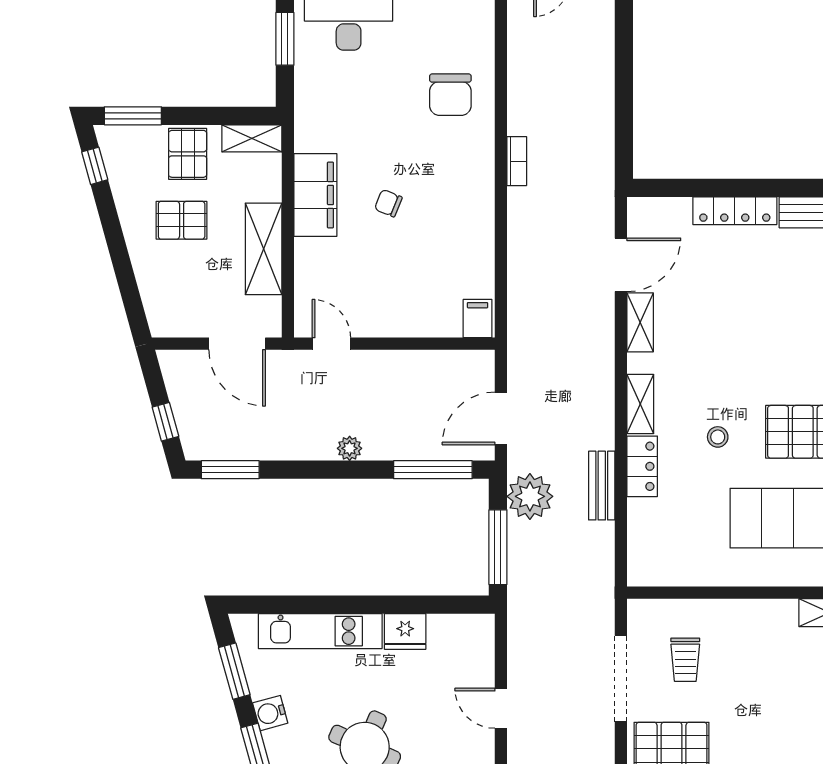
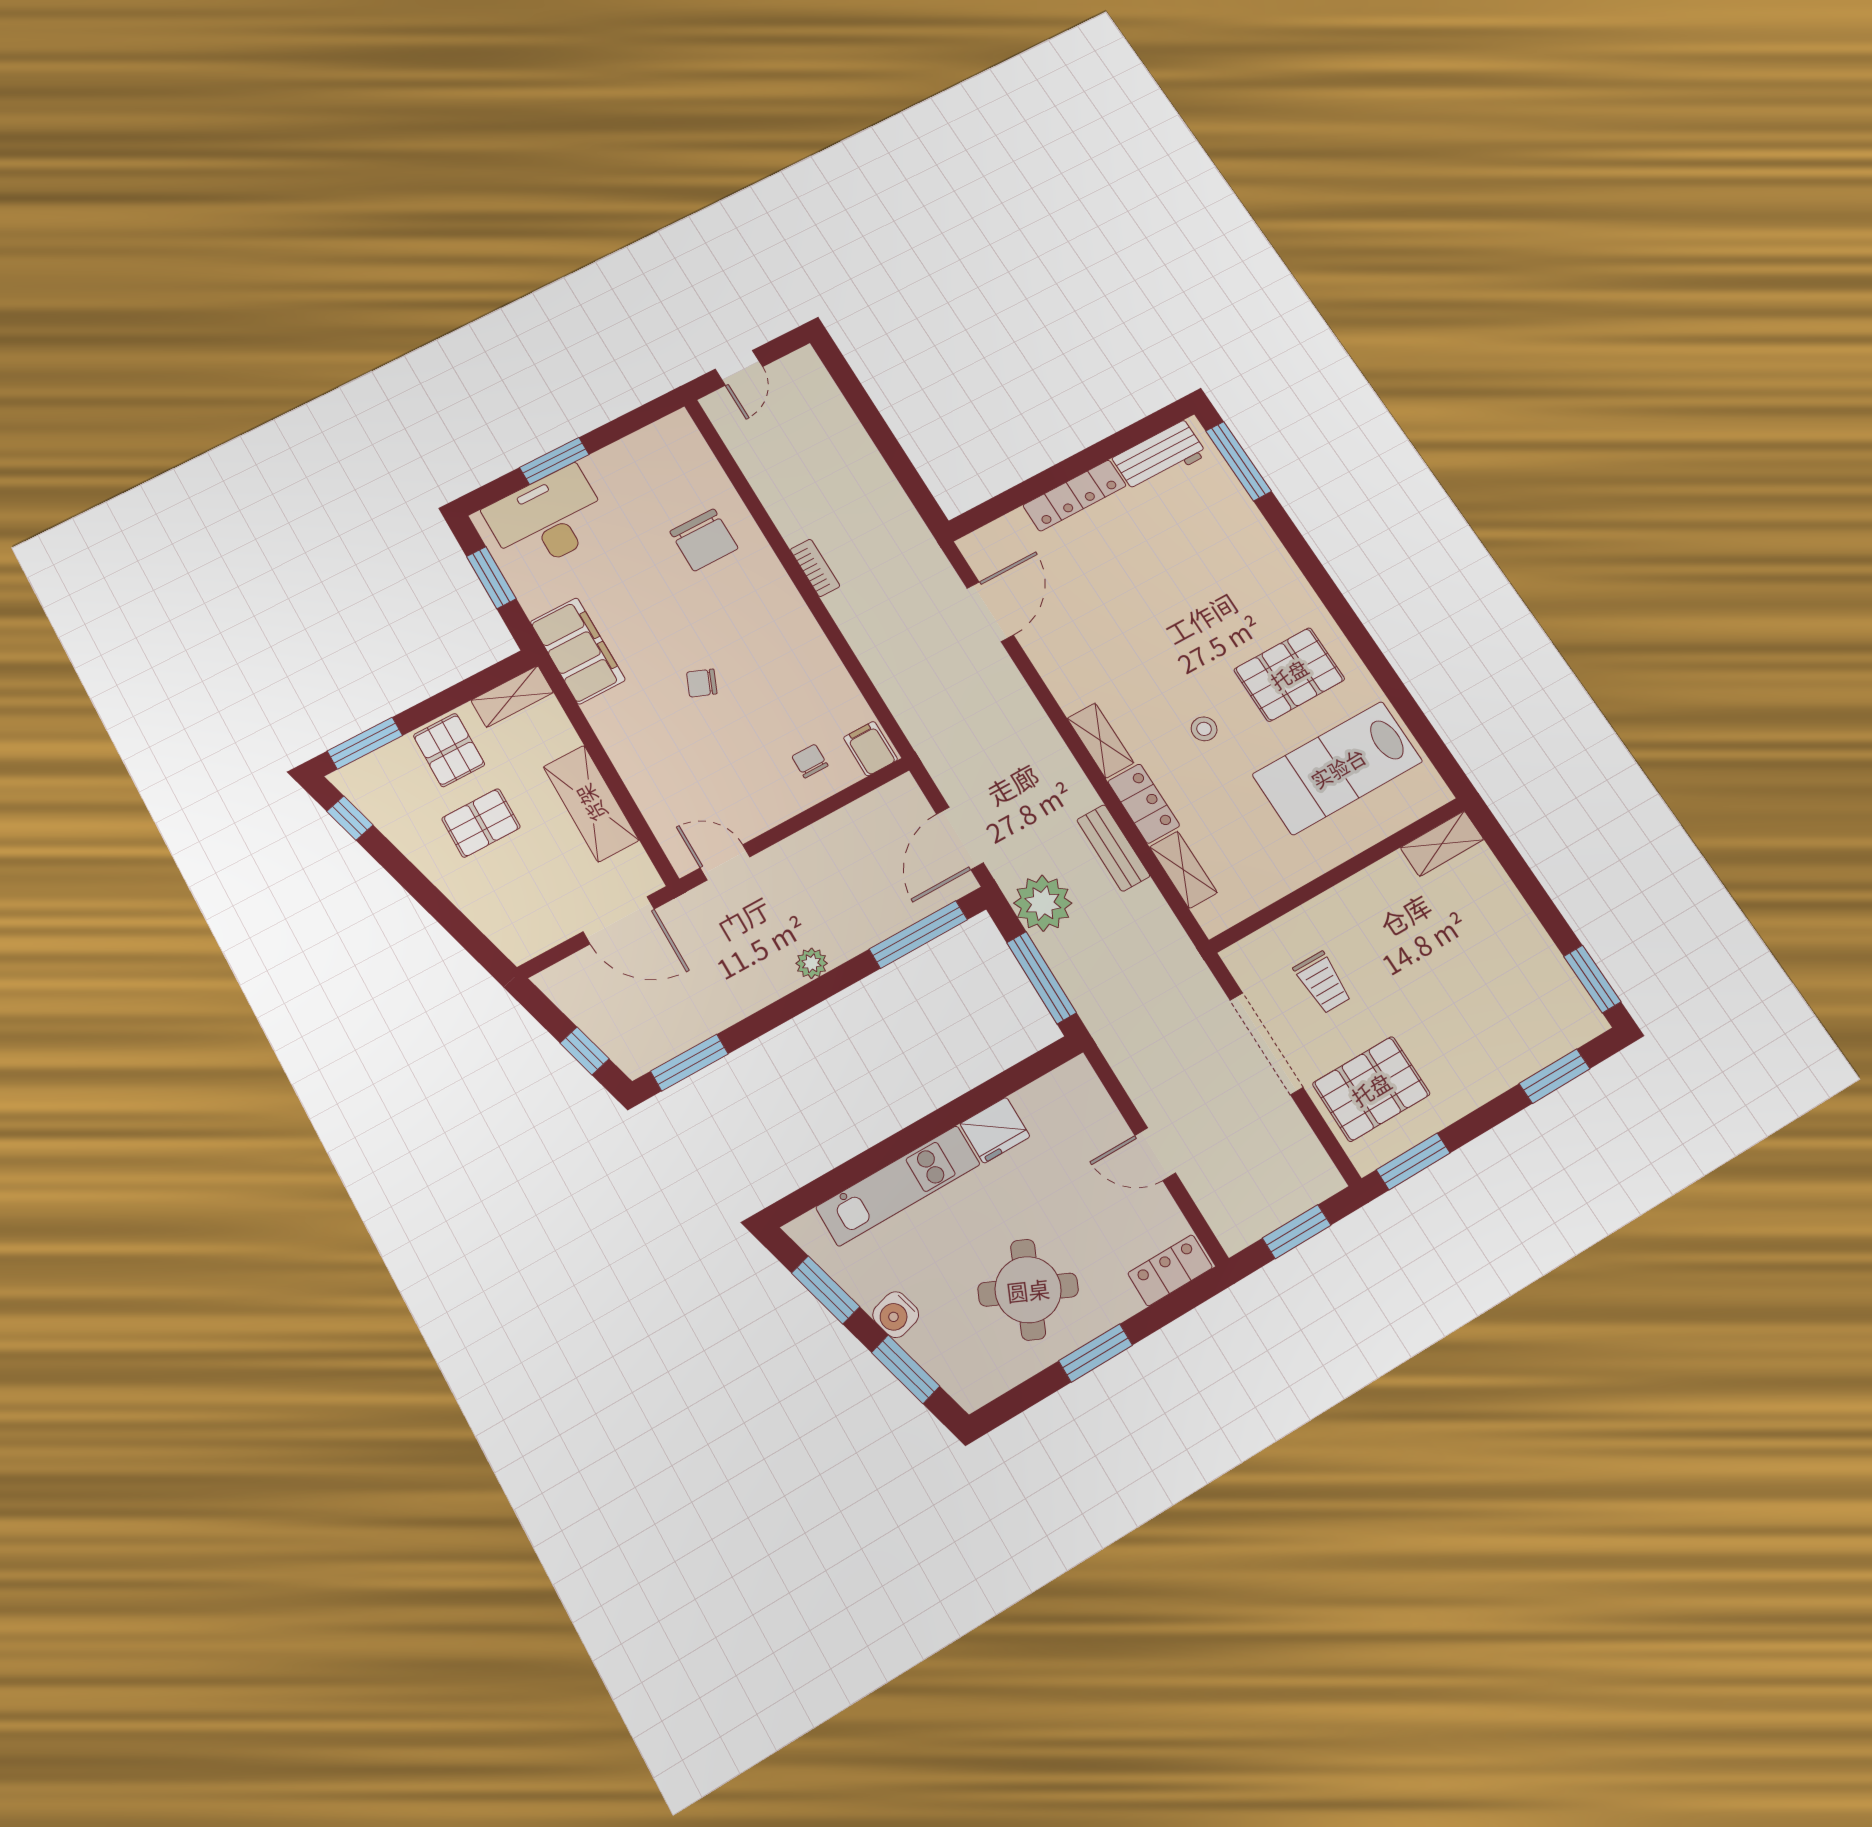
filing cabinet: (315, 195) -> (578, 651), moved
chair: (431, 304) -> (810, 761), added
shelving: (640, 322) -> (1183, 870), moved

